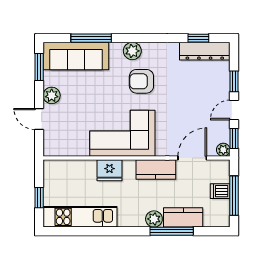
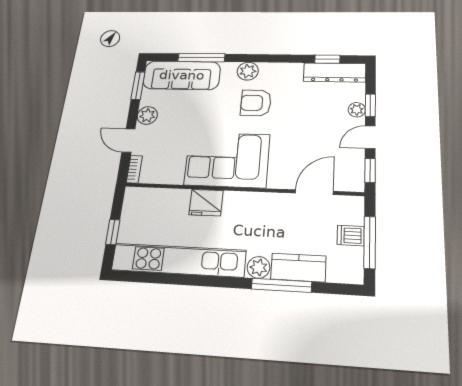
bookcase: (48, 144) -> (134, 169), added
plant: (223, 150) -> (357, 110), moved
kitchen counter: (156, 170) -> (266, 204), removed
kitchen unit: (80, 217) -> (178, 260), width x1.36

